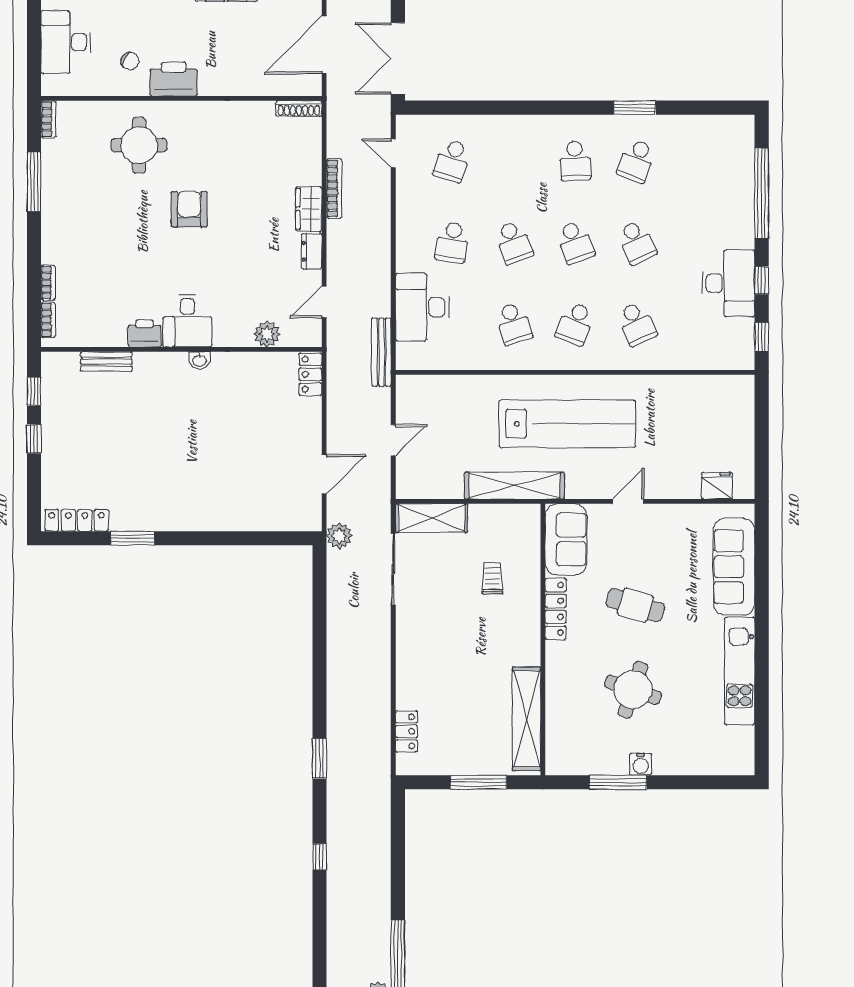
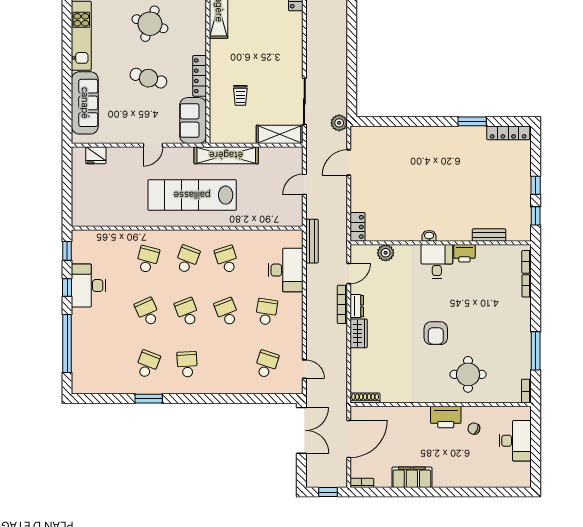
bookcase: (334, 188) -> (342, 304), moved
school desk: (637, 324) -> (148, 259), turned 39

